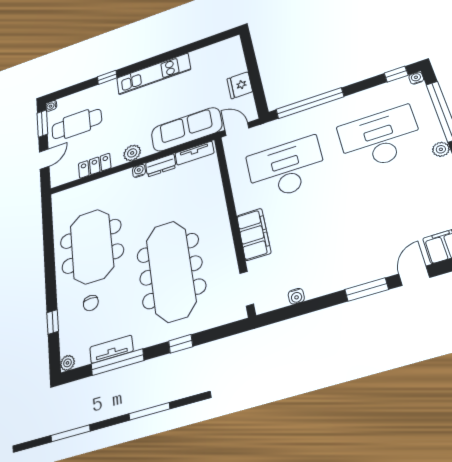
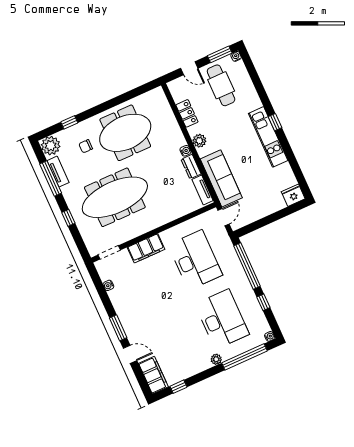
window: (396, 74) -> (263, 302), moved
window: (107, 77) -> (275, 122), moved
fridge: (240, 85) -> (293, 195), moved
plant: (67, 363) -> (51, 146), width x1.87, depth x1.87

